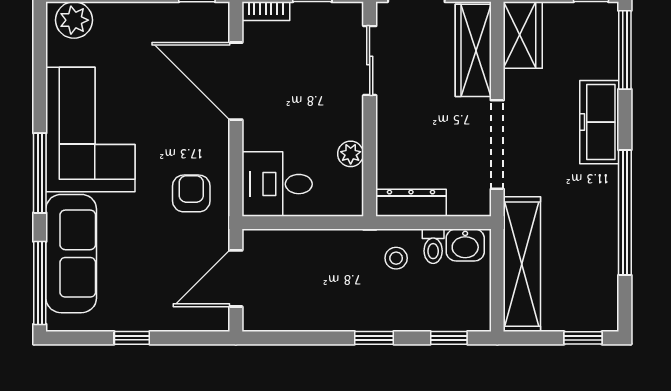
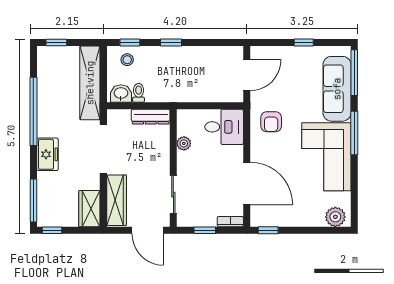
freezer: (599, 122) -> (47, 154), width x0.71
stool: (396, 258) -> (127, 60), moved

